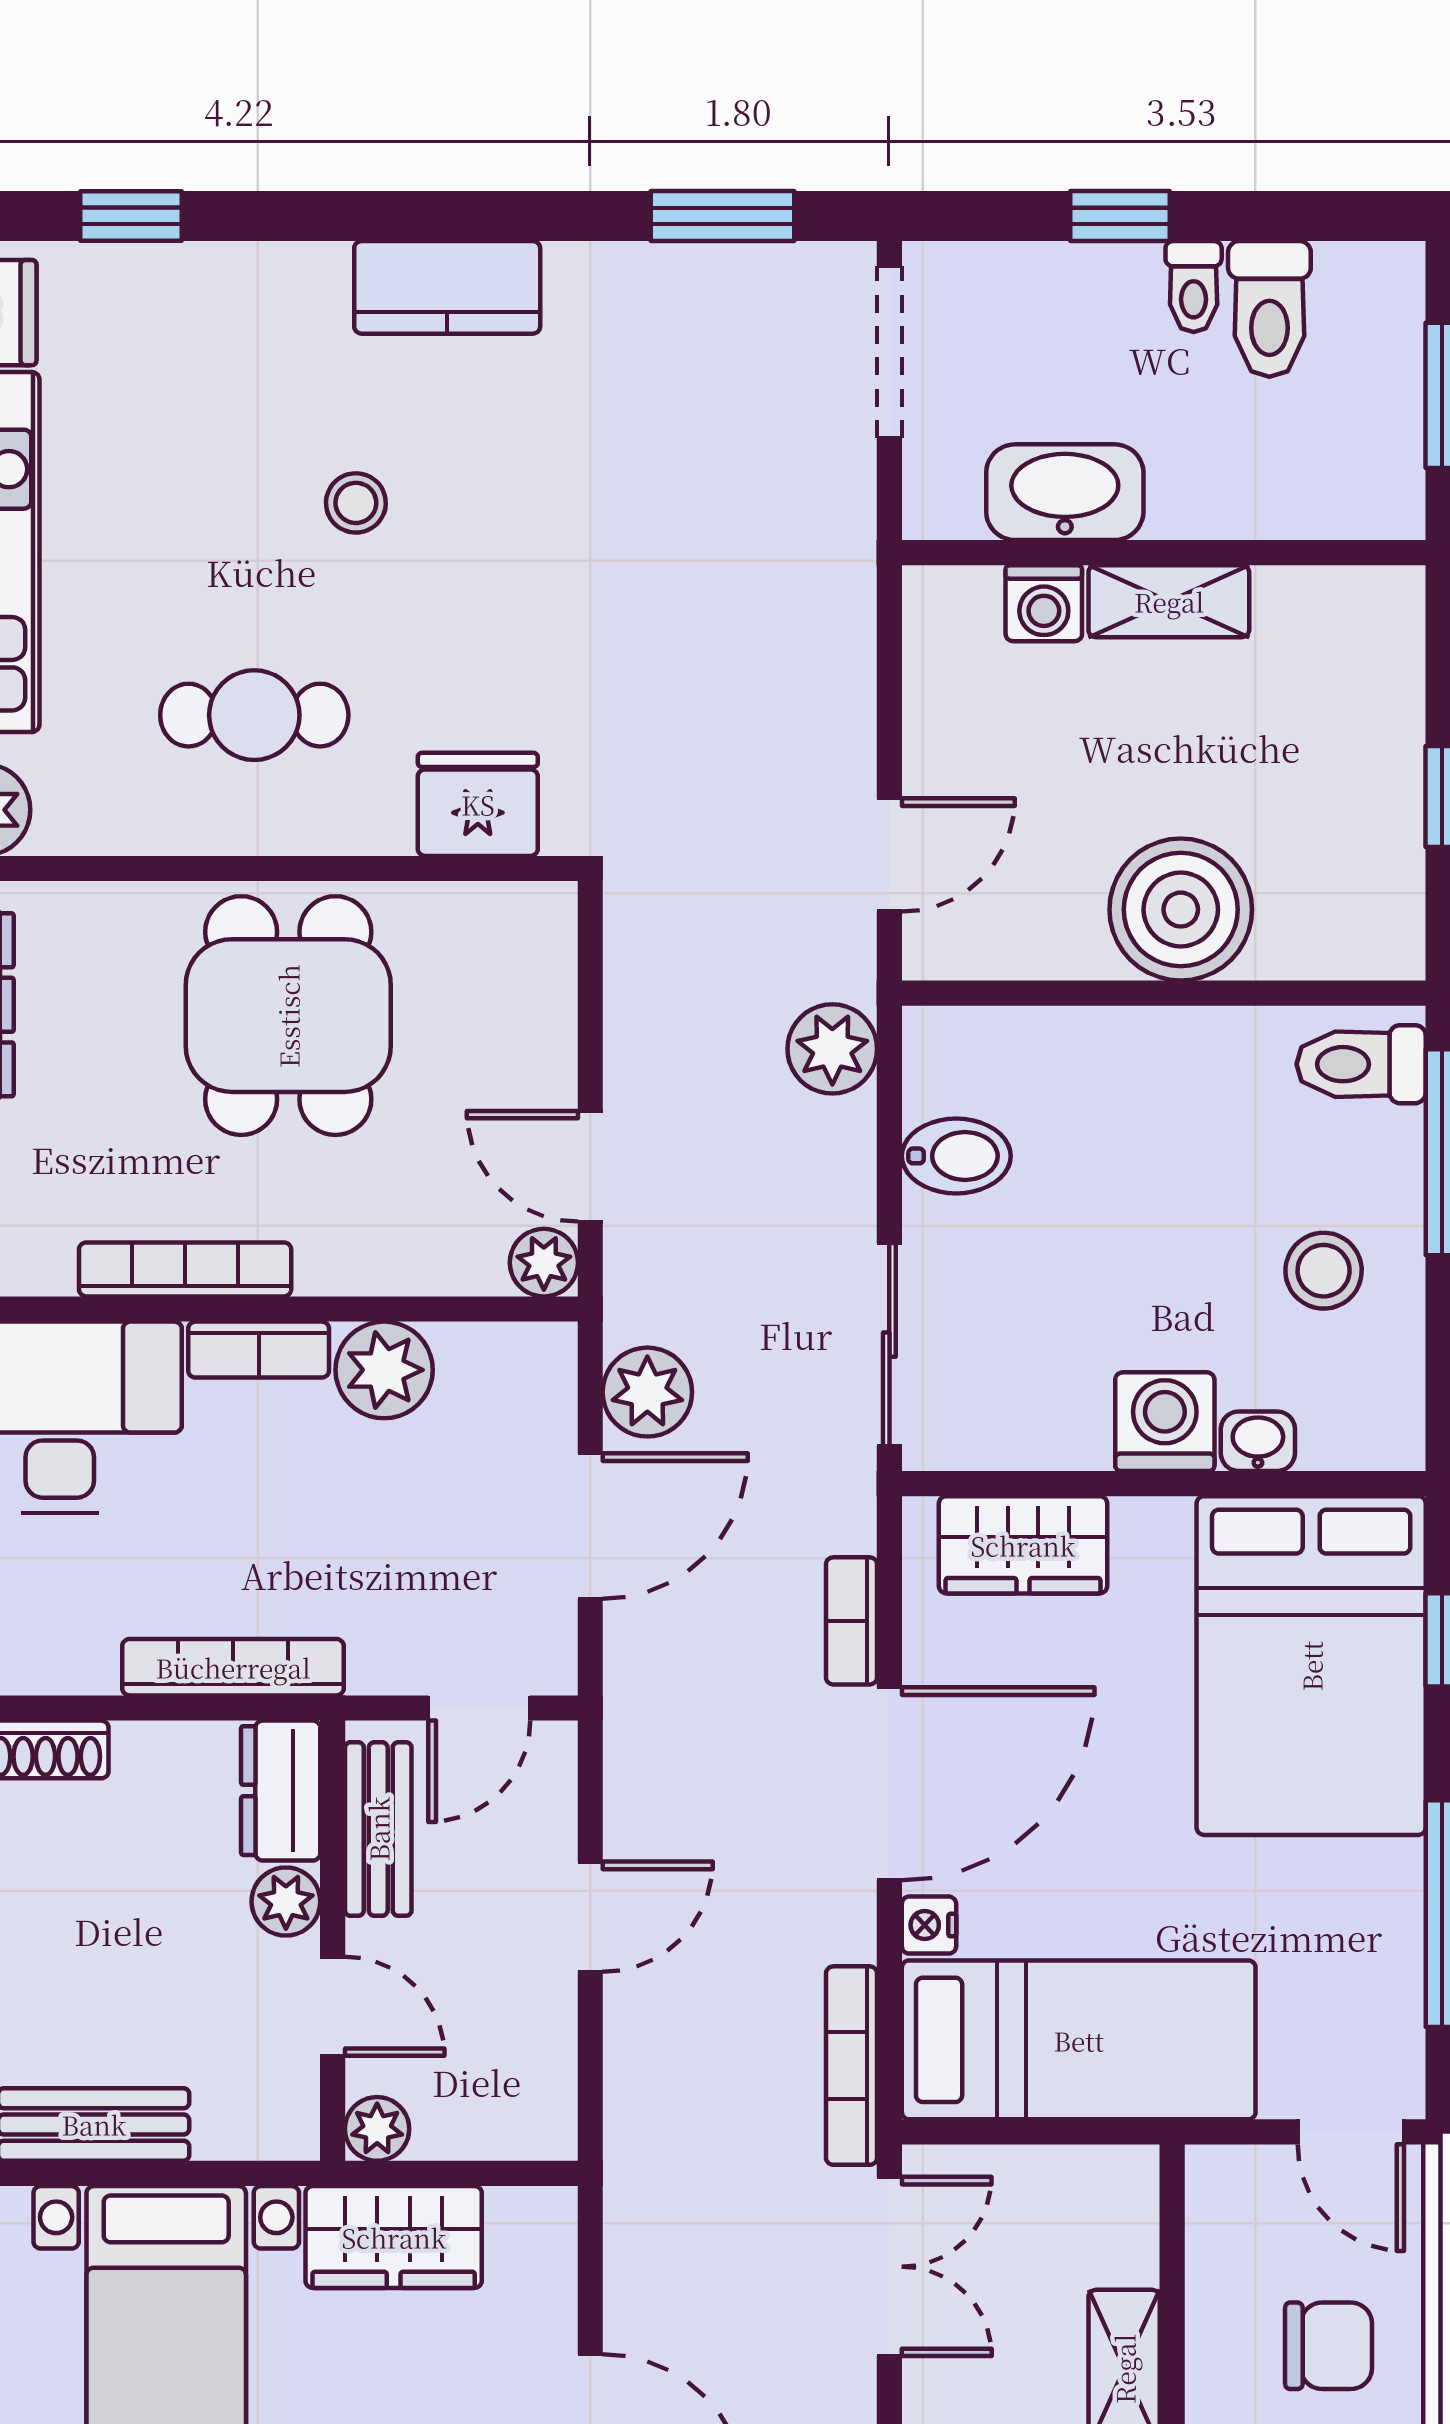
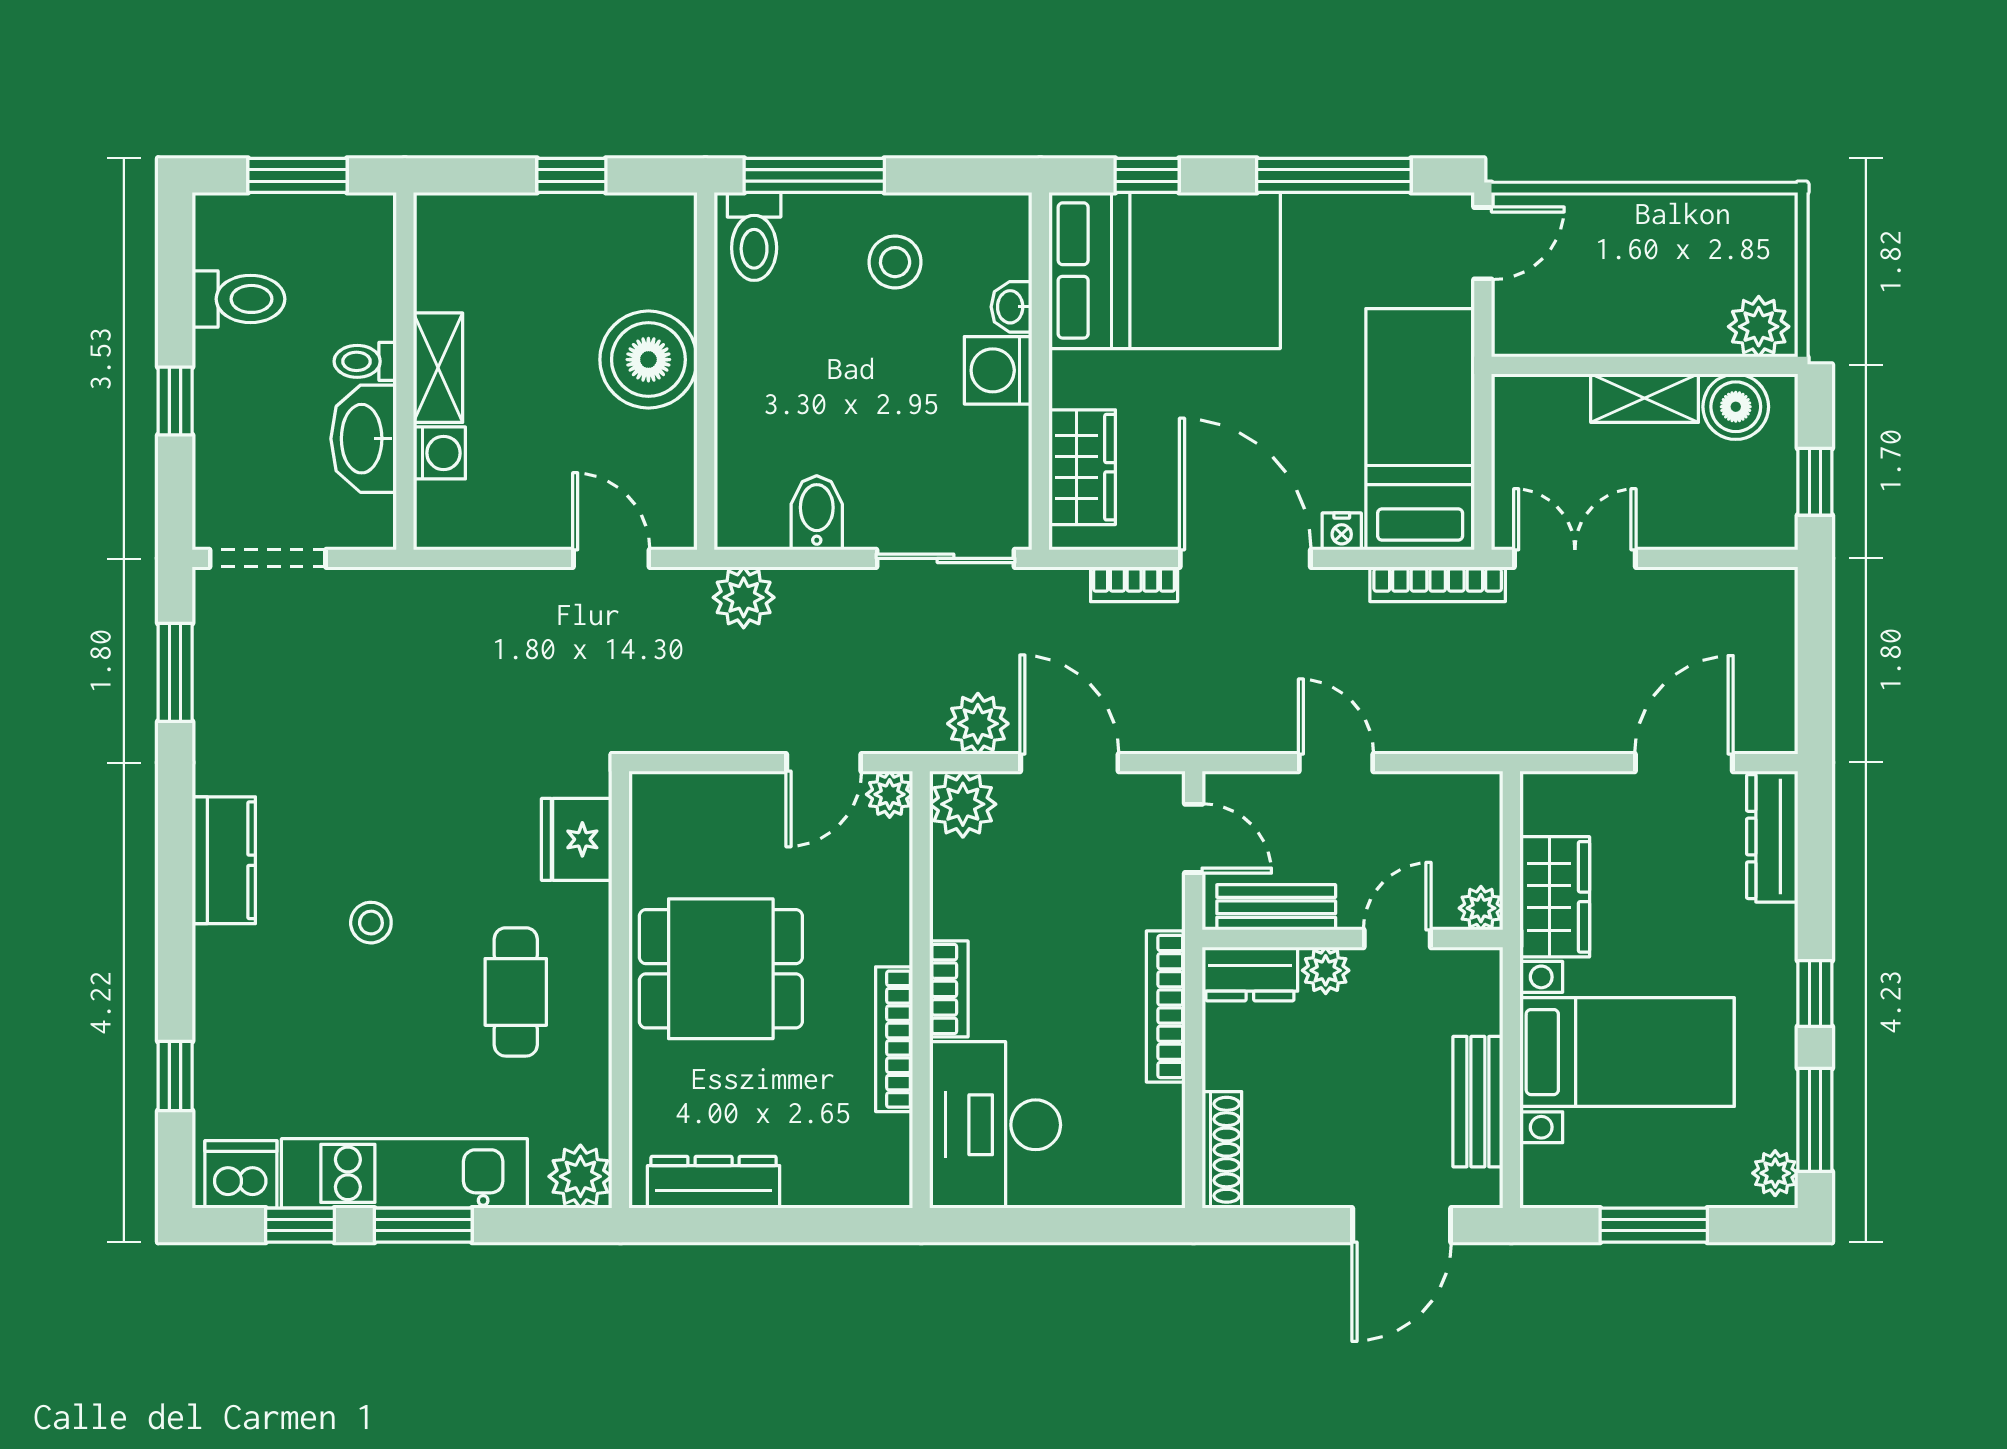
toilet: (1194, 287) -> (365, 361), moved, turned 180
plant: (384, 1370) -> (963, 804), moved
chair: (1329, 2346) -> (1629, 259), removed

